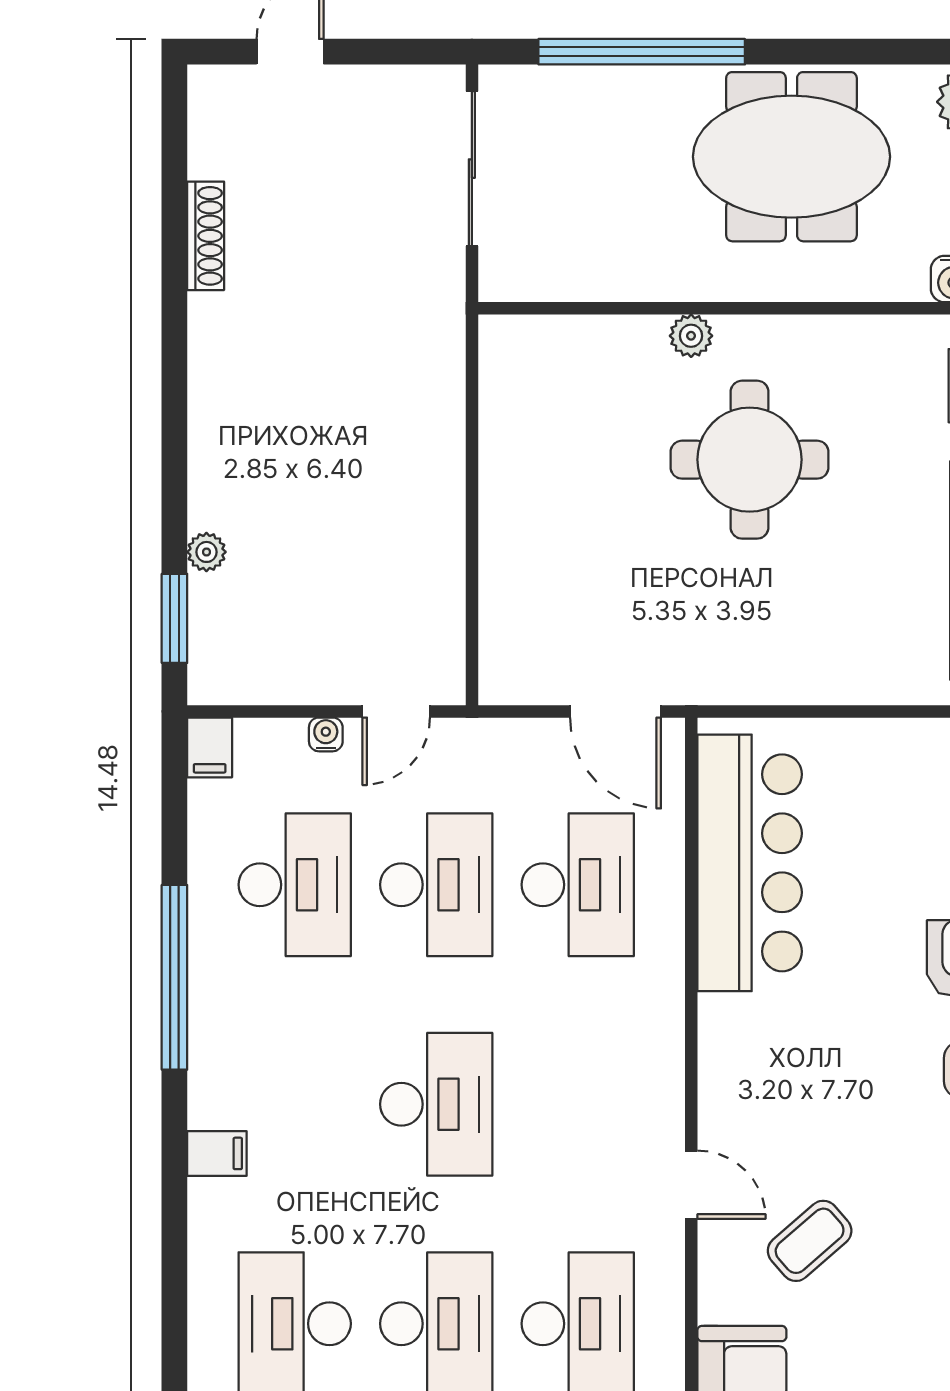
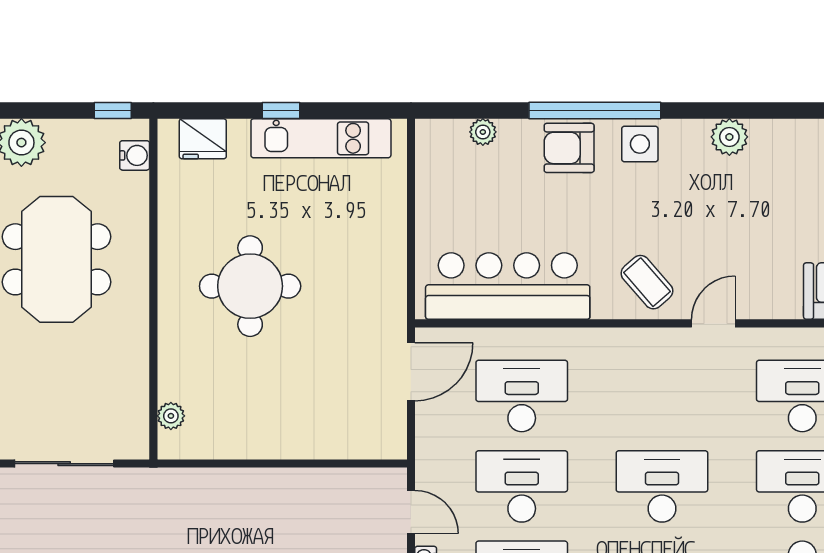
plant: (691, 336) -> (171, 416), moved
coffee table: (810, 1241) -> (647, 282), moved

